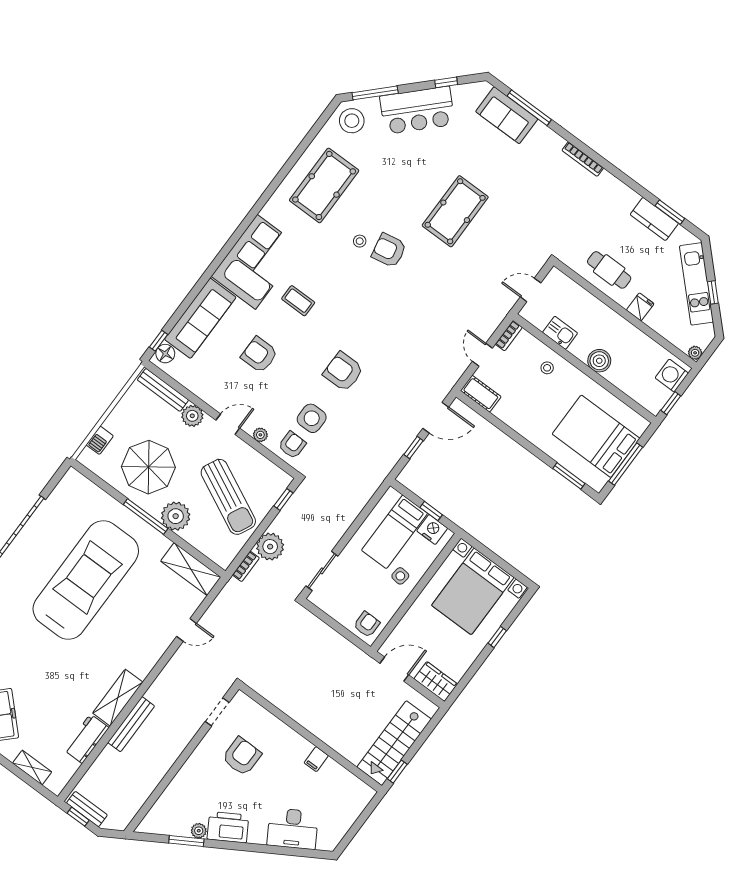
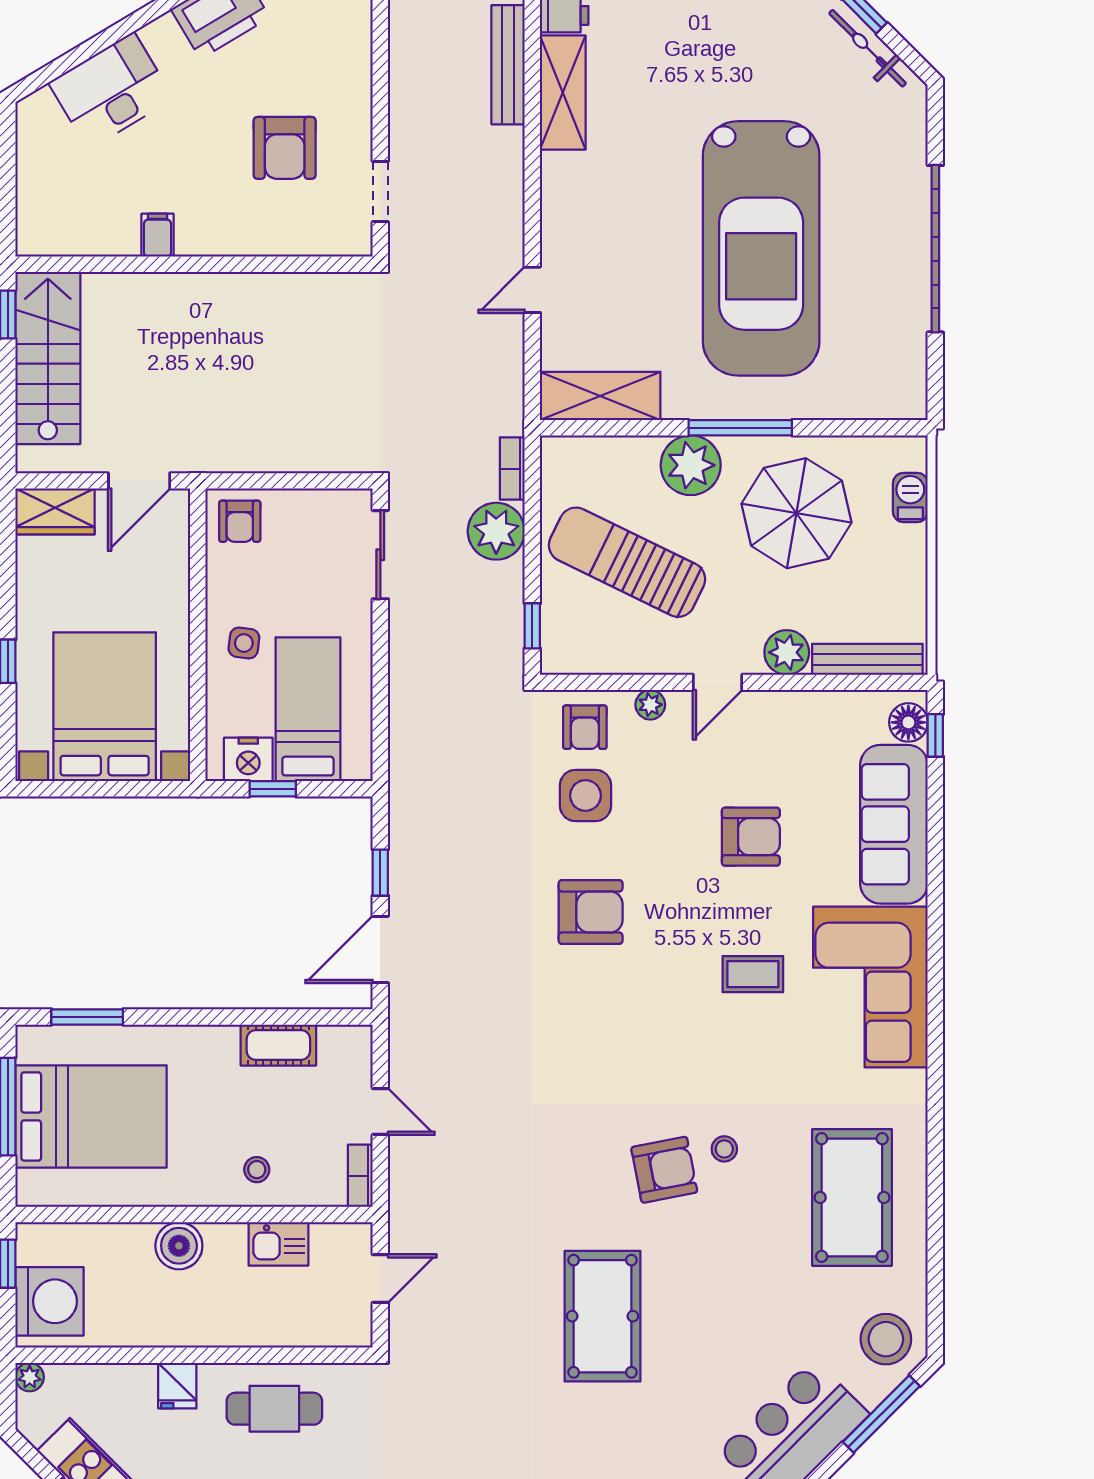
washing machine: (672, 376) -> (49, 1301), width x1.37, depth x1.37
cot: (481, 394) -> (278, 1045), moved

